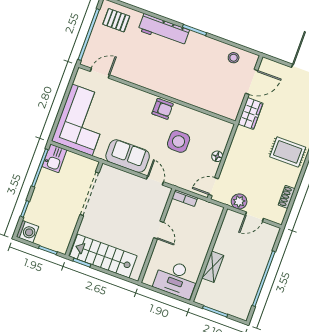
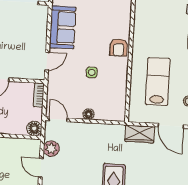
lab bench: (206, 82) -> (158, 82), added
side table: (179, 141) -> (92, 72), width x0.54, depth x0.54
floor lamp: (215, 212) -> (34, 128), added

